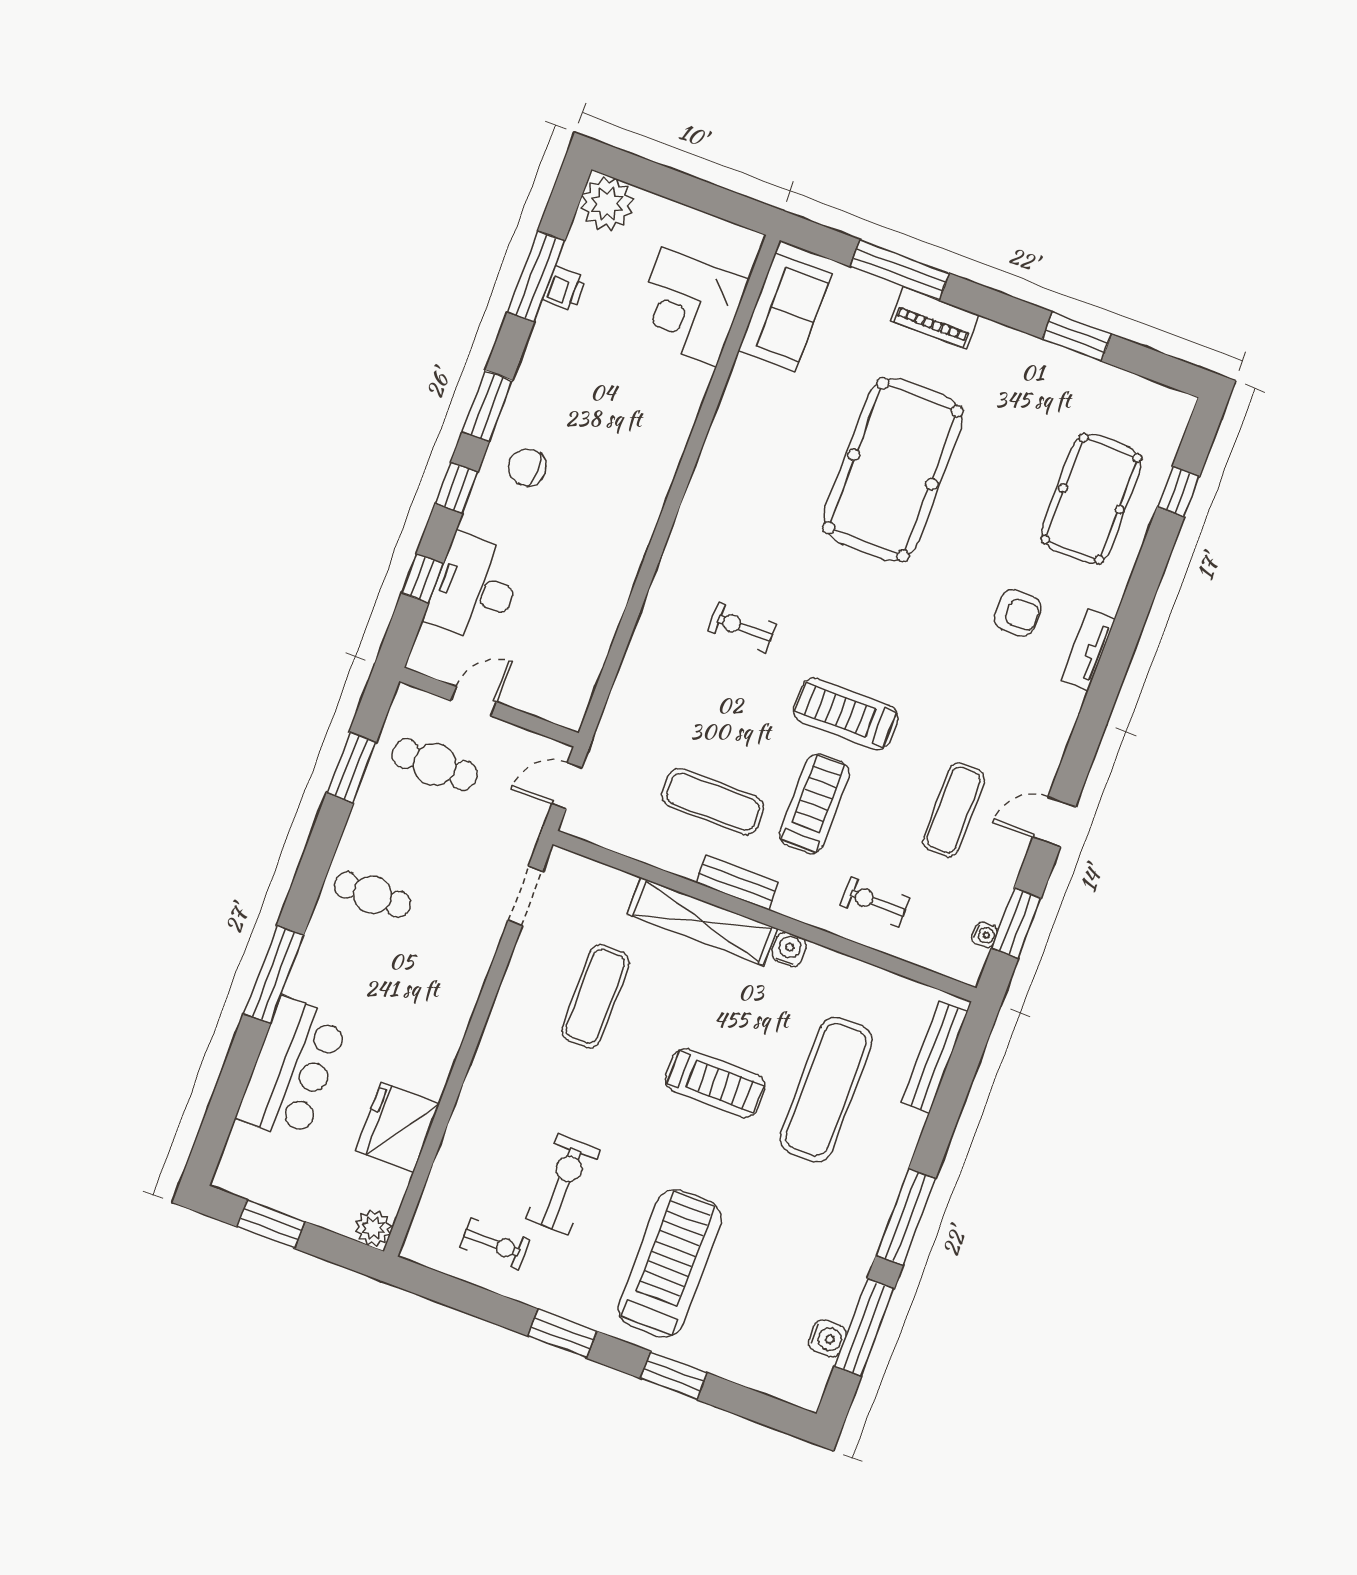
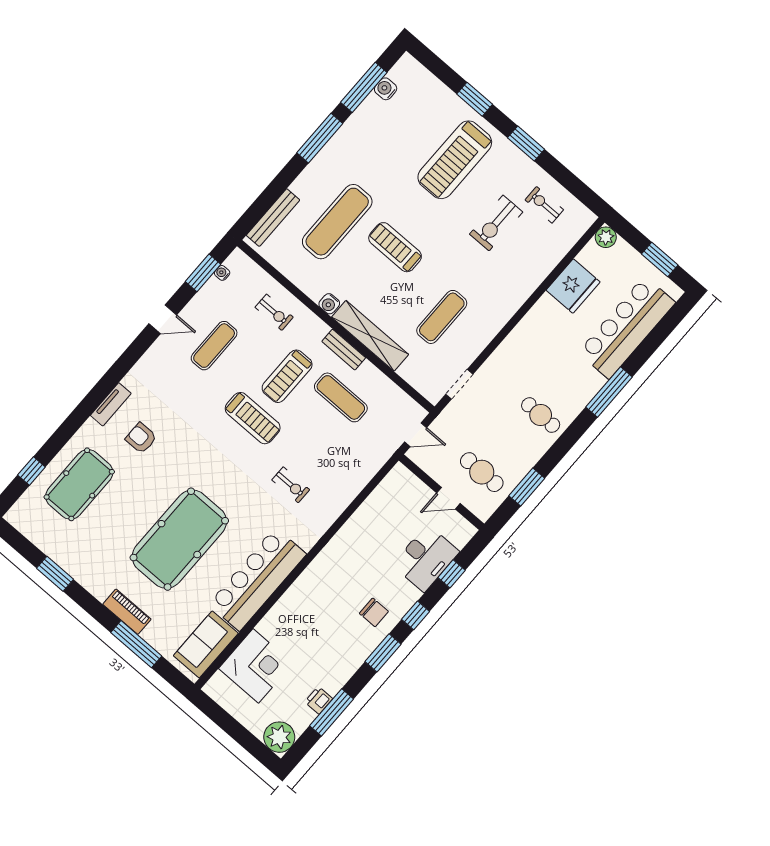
bar counter: (740, 451) -> (257, 579), added
bar counter: (292, 1069) -> (627, 327), width x1.36

